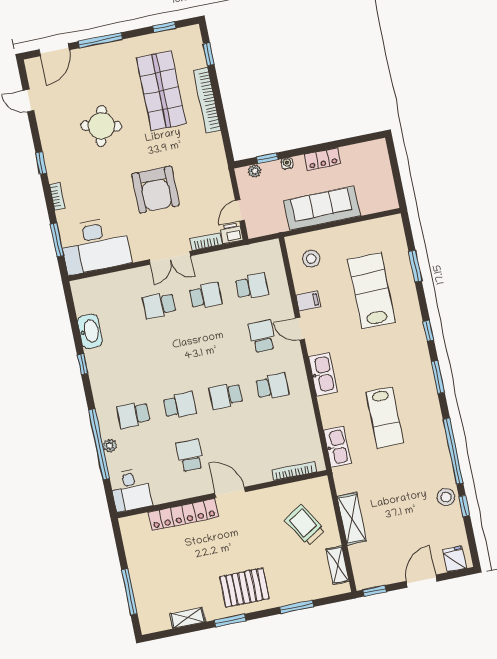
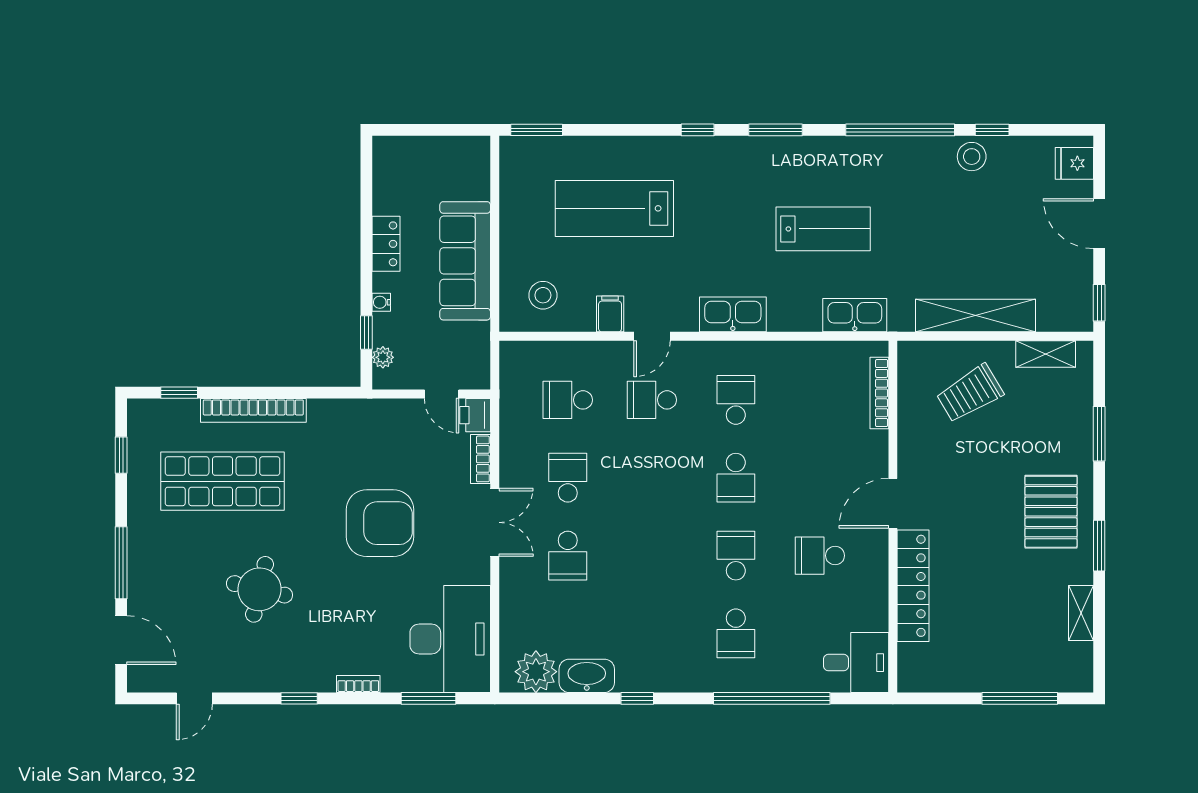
window: (415, 266) -> (537, 130), moved
school desk: (252, 286) -> (568, 400), turned -90
plant: (110, 446) -> (536, 672), moved, width x1.88, depth x1.88
shelving: (352, 519) -> (976, 316), width x1.47

